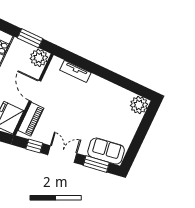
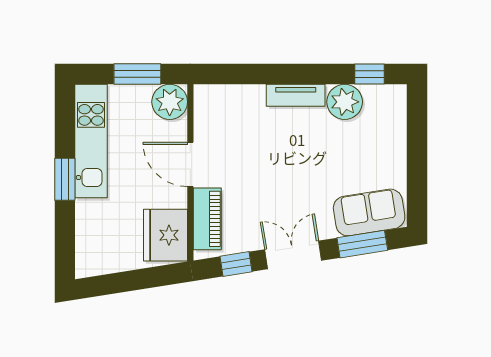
tv unit: (75, 71) -> (296, 95), moved
window: (136, 88) -> (370, 74), added
plant: (139, 105) -> (345, 102), moved

